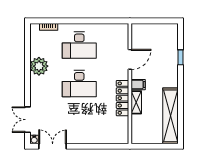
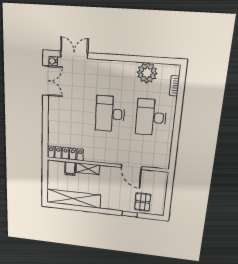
pallet: (165, 45) -> (143, 202), added
plant: (39, 66) -> (147, 73), moved
filing cabinet: (138, 85) -> (70, 169), moved
locker: (123, 98) -> (65, 153), moved

